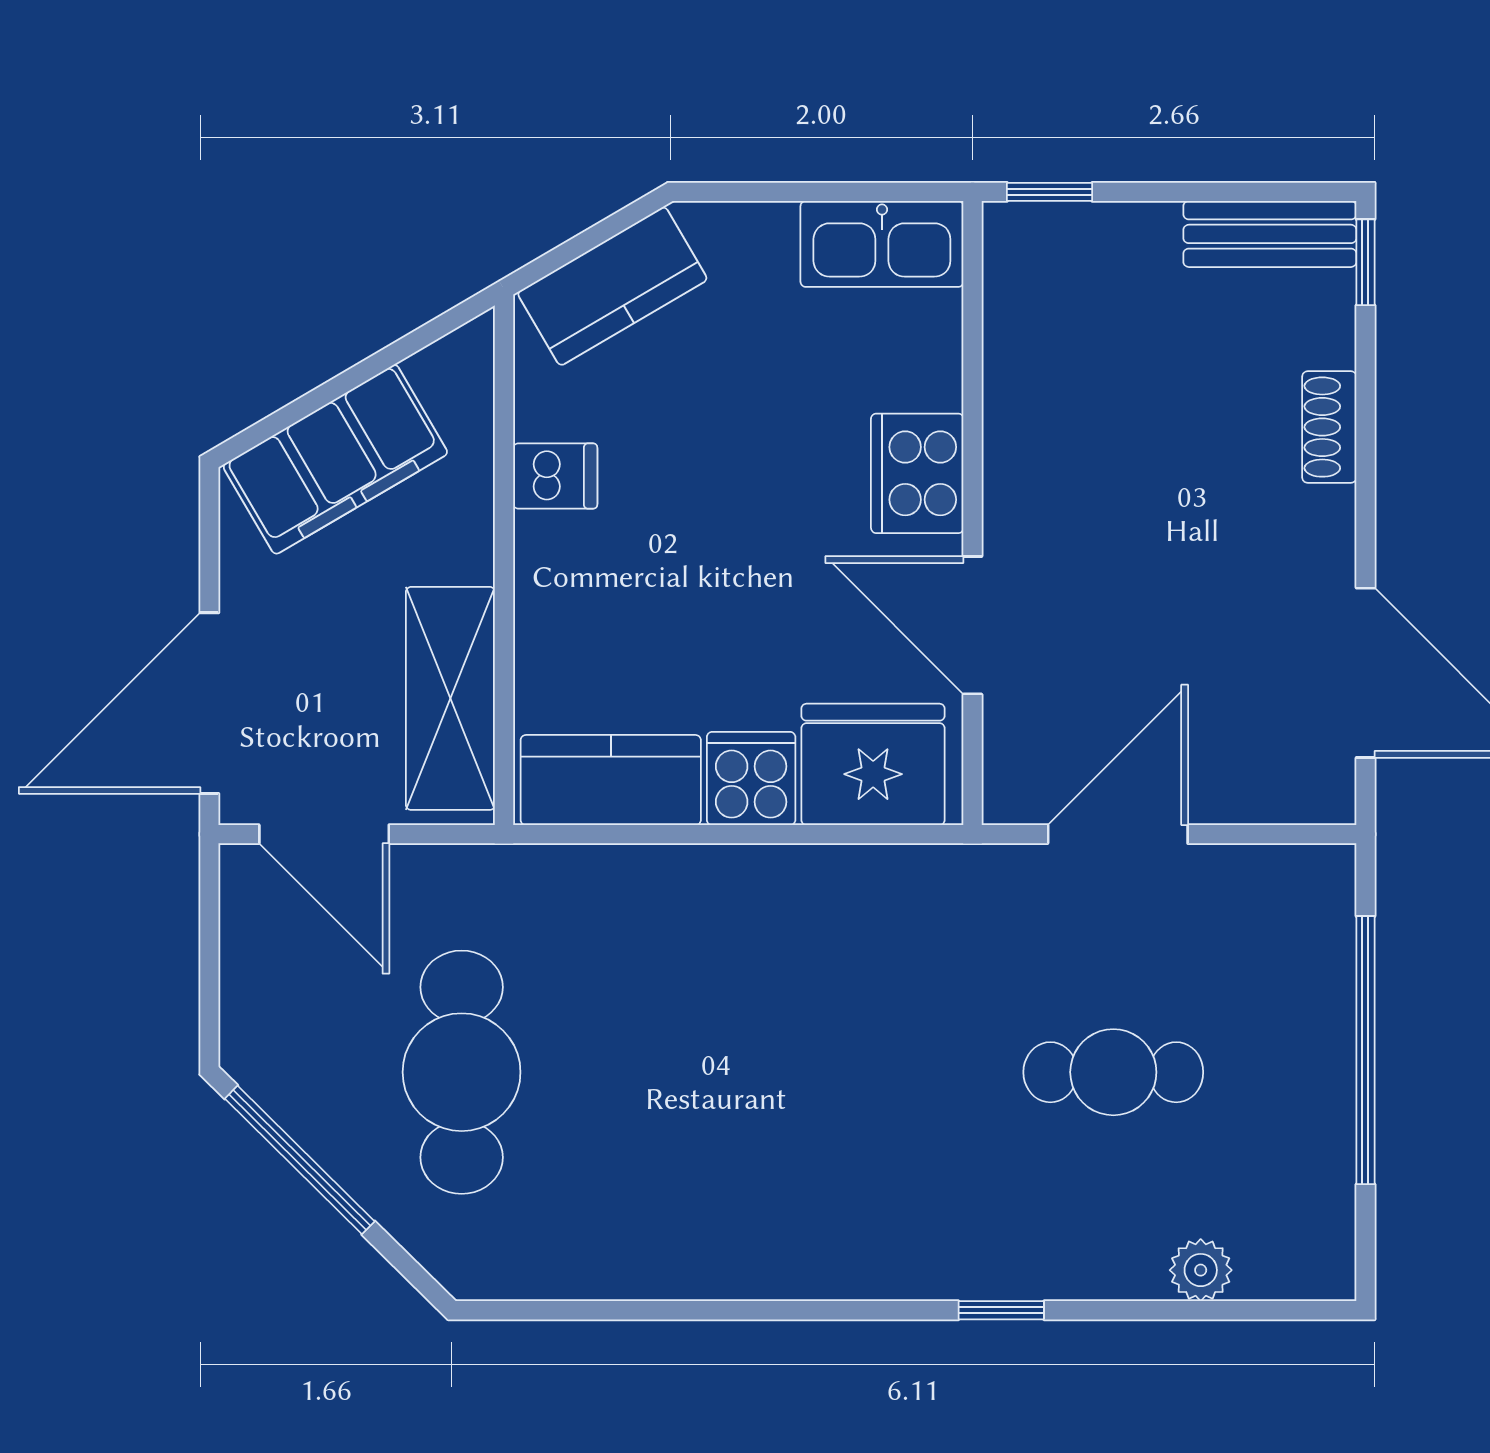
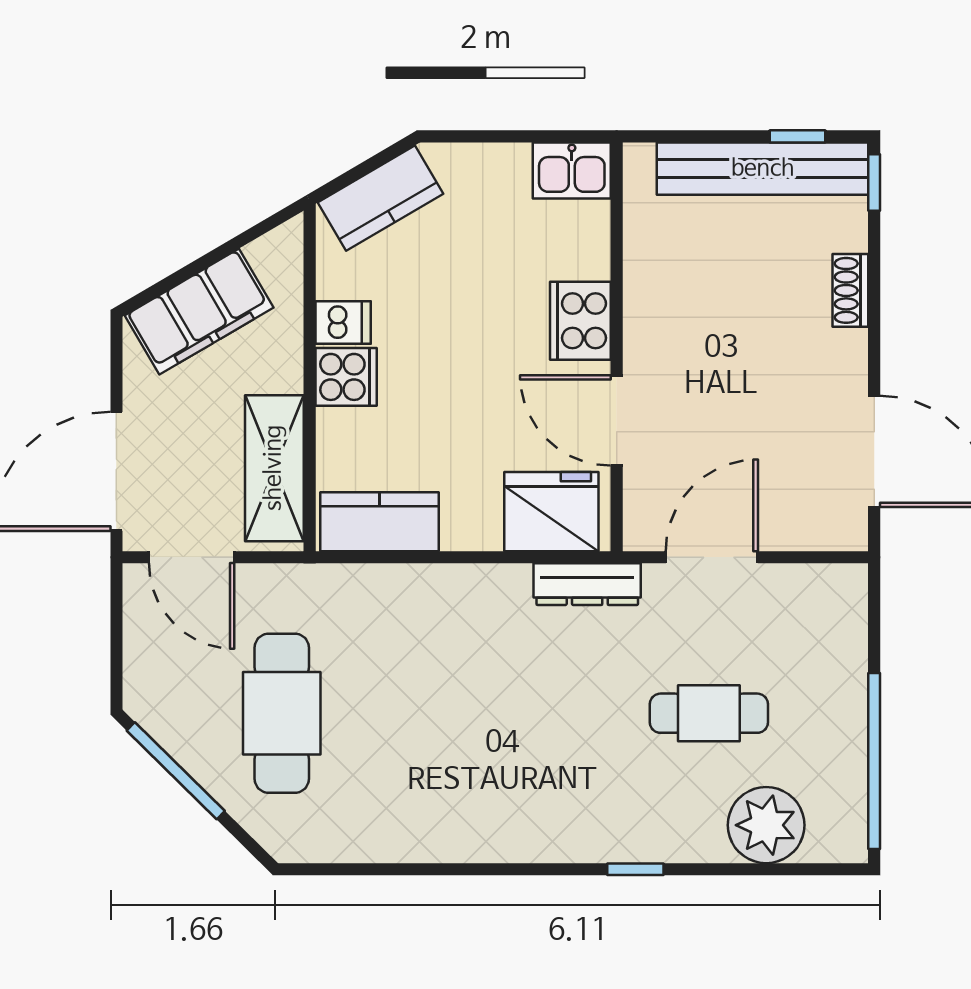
window: (1050, 192) -> (798, 136), moved
bench: (1270, 234) -> (763, 169), width x1.86, depth x1.21
kitchen sink: (882, 244) -> (572, 170), width x0.73
cooker: (751, 778) -> (346, 377), moved, turned 90
dresser: (928, 875) -> (587, 584), added
window: (1365, 1050) -> (874, 761), moved
plant: (1201, 1270) -> (766, 825), width x1.88, depth x1.88

